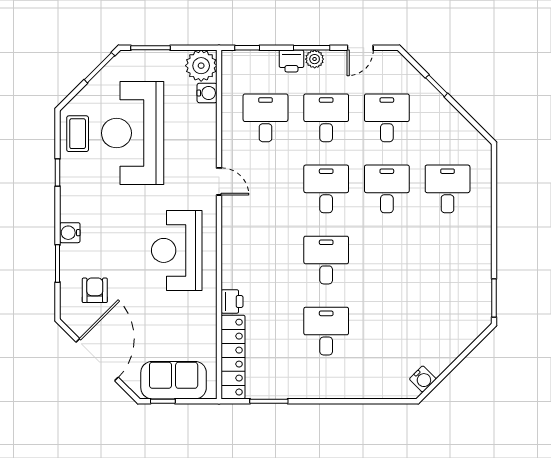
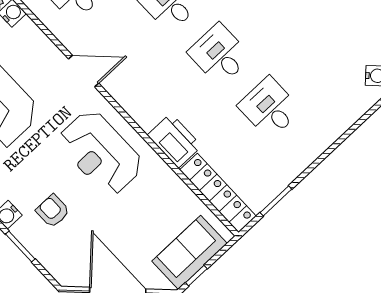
door: (219, 181) -> (84, 71), width x1.38
armchair: (95, 290) -> (53, 211), moved
printer: (232, 301) -> (175, 141), width x1.87, depth x1.48

